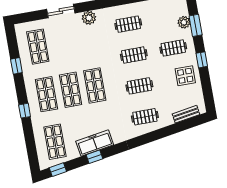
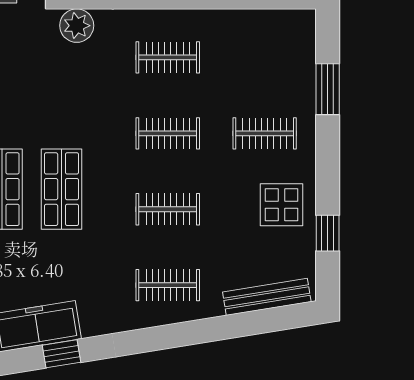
plant: (184, 22) -> (301, 77), removed
window: (202, 60) -> (328, 233), moved
bench: (186, 114) -> (267, 297), width x1.36
window: (94, 157) -> (62, 354), moved

